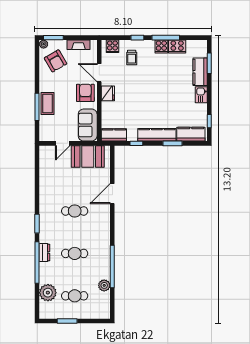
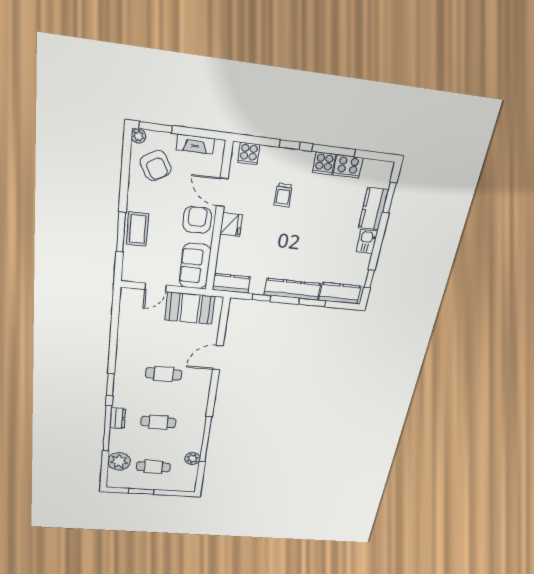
trolley: (132, 58) -> (283, 195), moved

